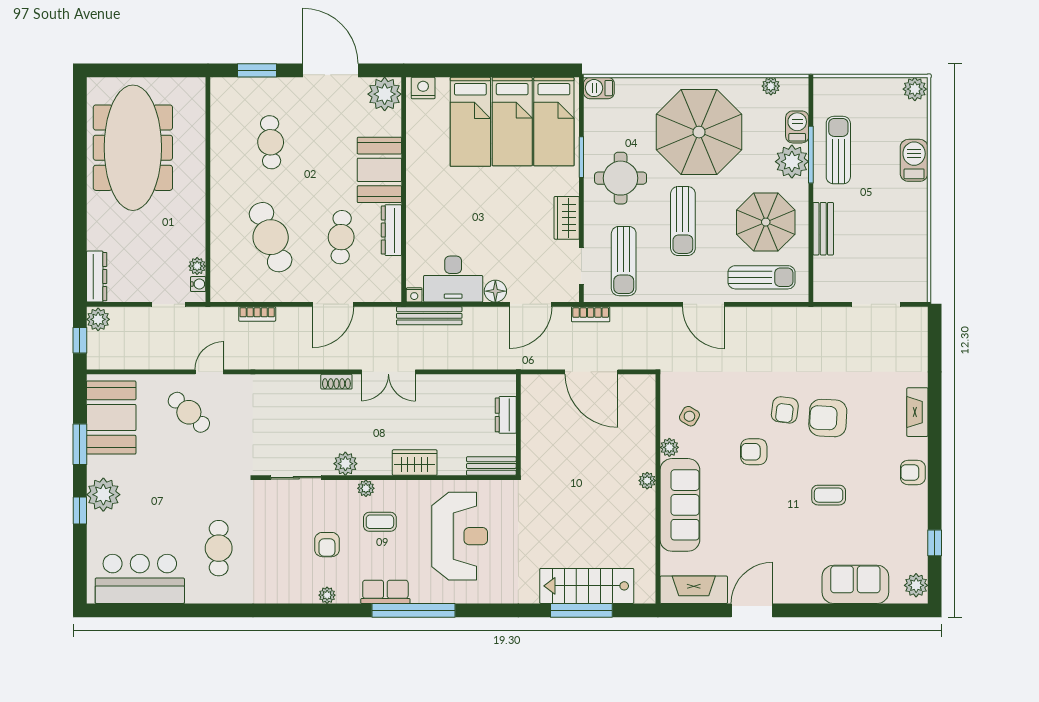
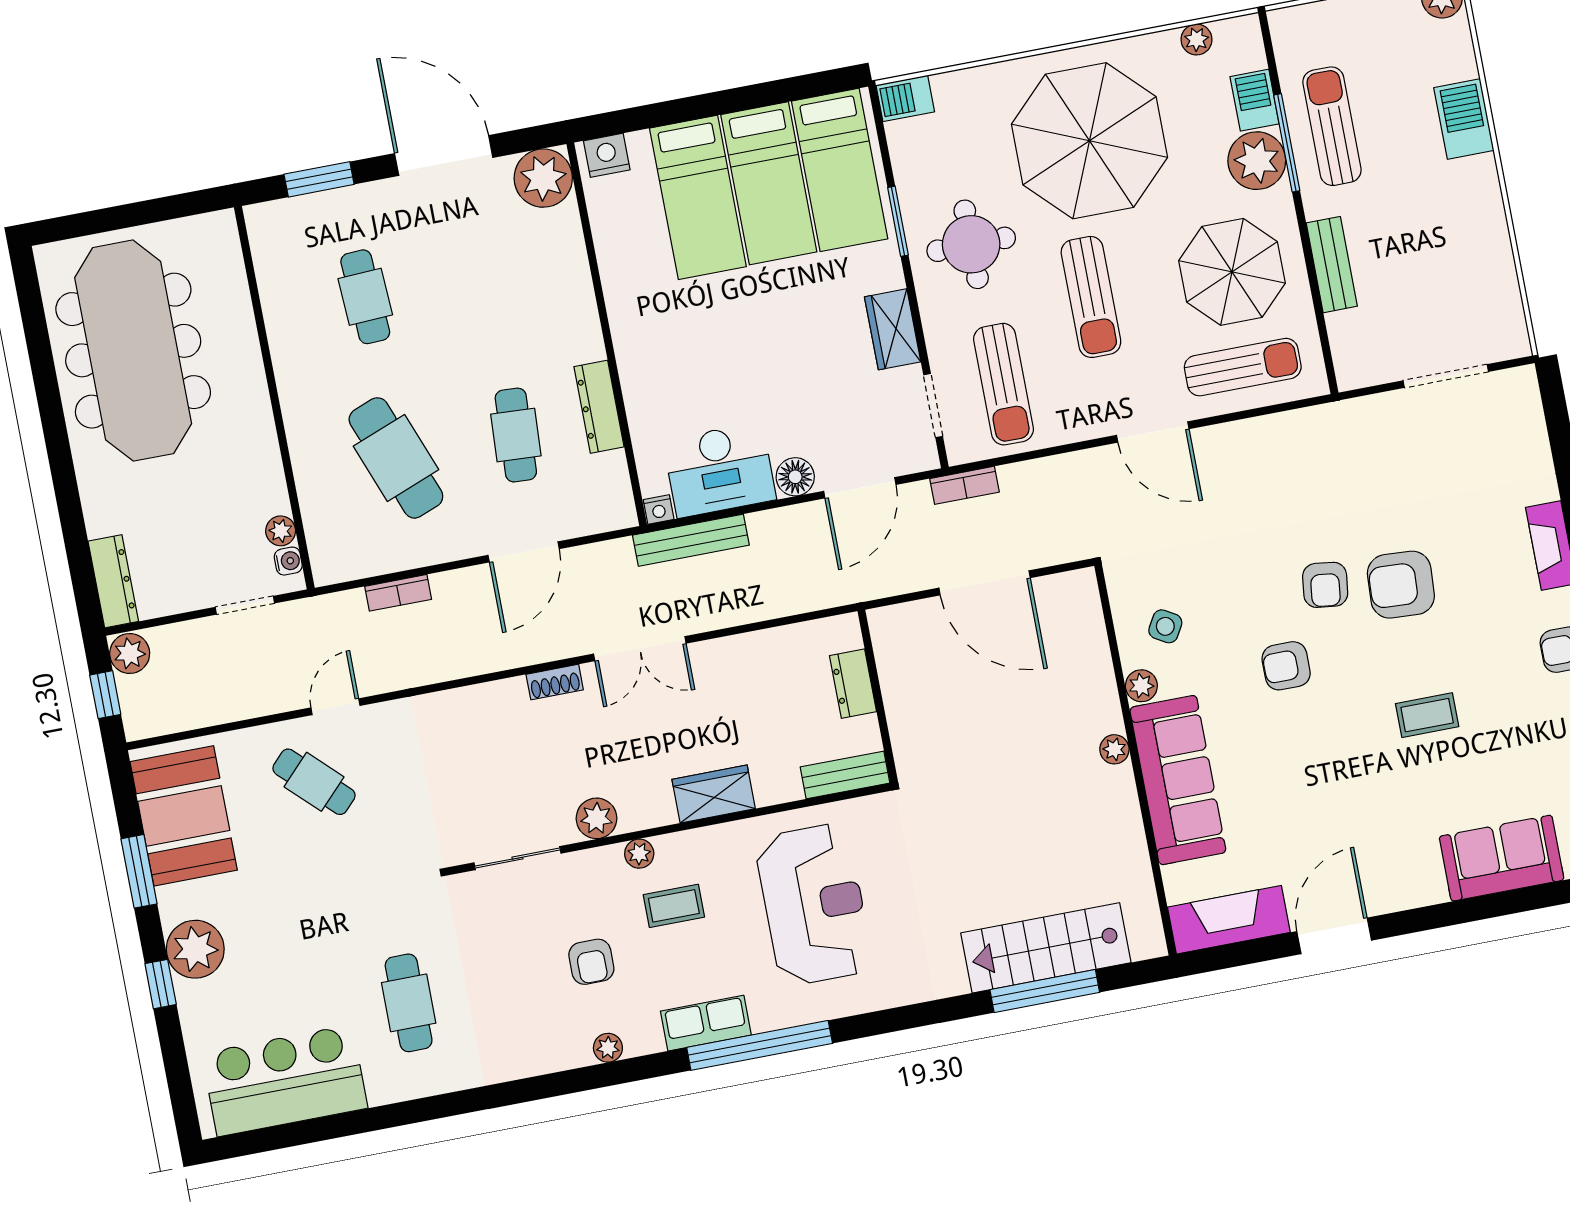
booth: (379, 170) -> (559, 308), removed

